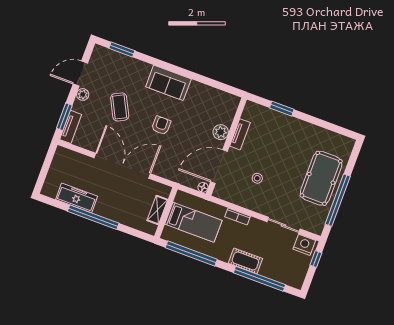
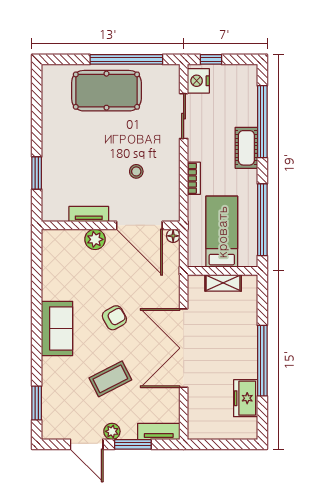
window: (64, 117) -> (133, 444), moved
armchair: (161, 125) -> (114, 318), turned 151
freezer: (77, 198) -> (246, 398), width x0.71

